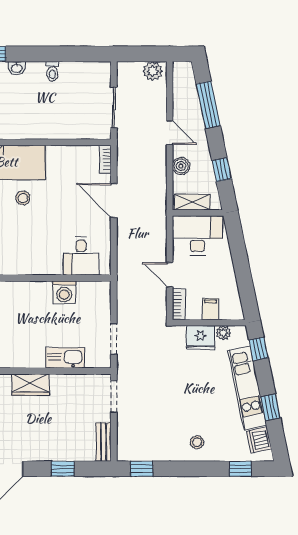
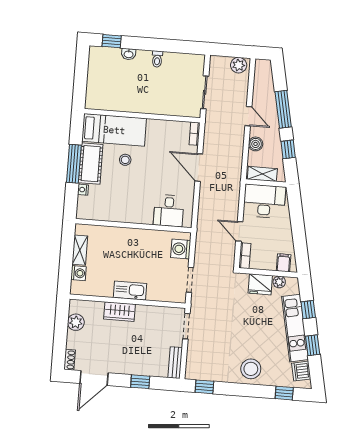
window: (208, 105) -> (283, 109), moved
washing machine: (64, 292) -> (181, 249), moved, turned 90
filing cabinet: (211, 309) -> (284, 263), moved
window: (258, 349) -> (308, 310), moved
kitchen sink: (65, 358) -> (130, 291), moved
stool: (197, 442) -> (251, 369), width x1.89, depth x1.89

